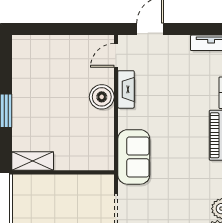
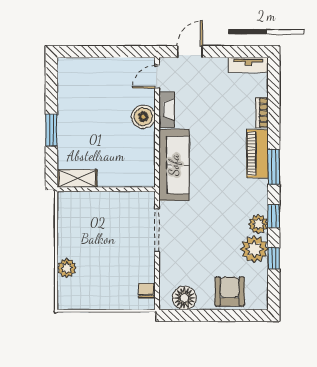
sofa: (134, 157) -> (174, 165), width x1.36

